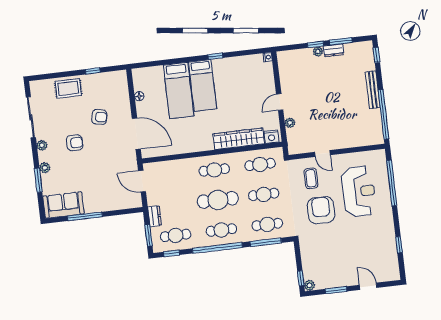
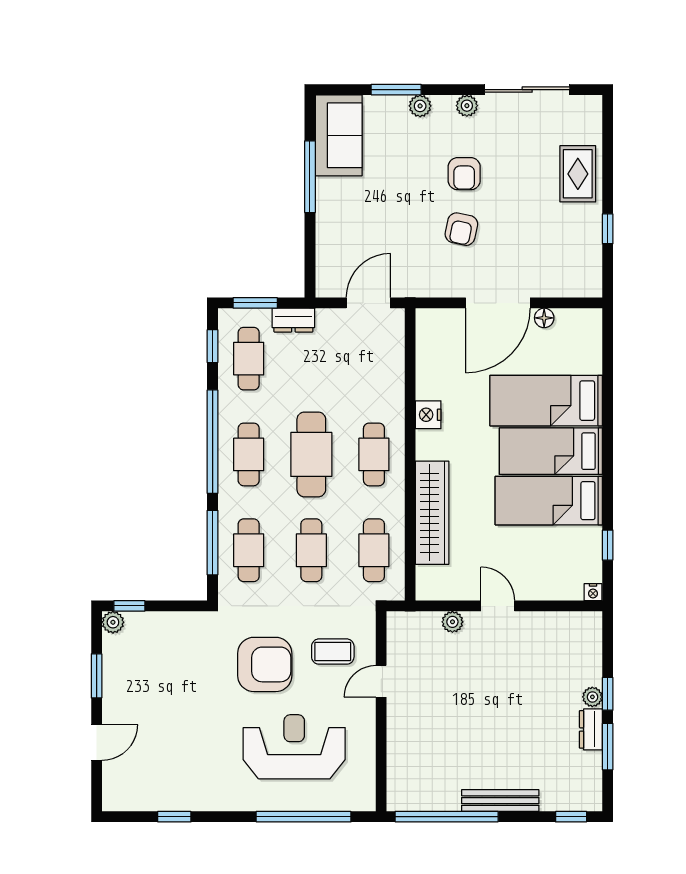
window: (215, 56) -> (608, 545), moved
bed: (226, 84) -> (549, 501), added
armchair: (99, 117) -> (461, 229), moved
door: (136, 134) -> (498, 303), moved
nightstand: (271, 137) -> (428, 415), moved
reception desk: (359, 191) -> (294, 747), turned 180

